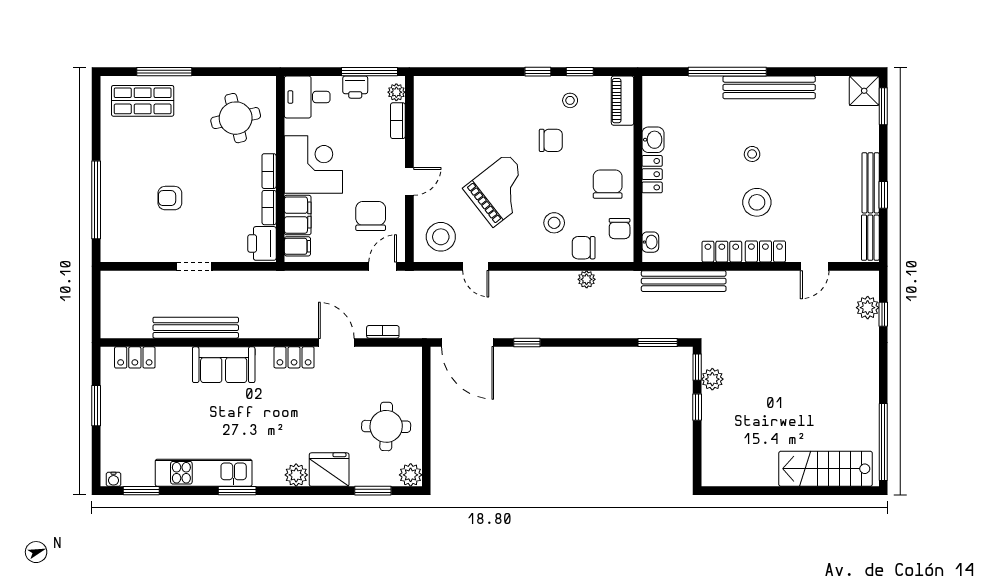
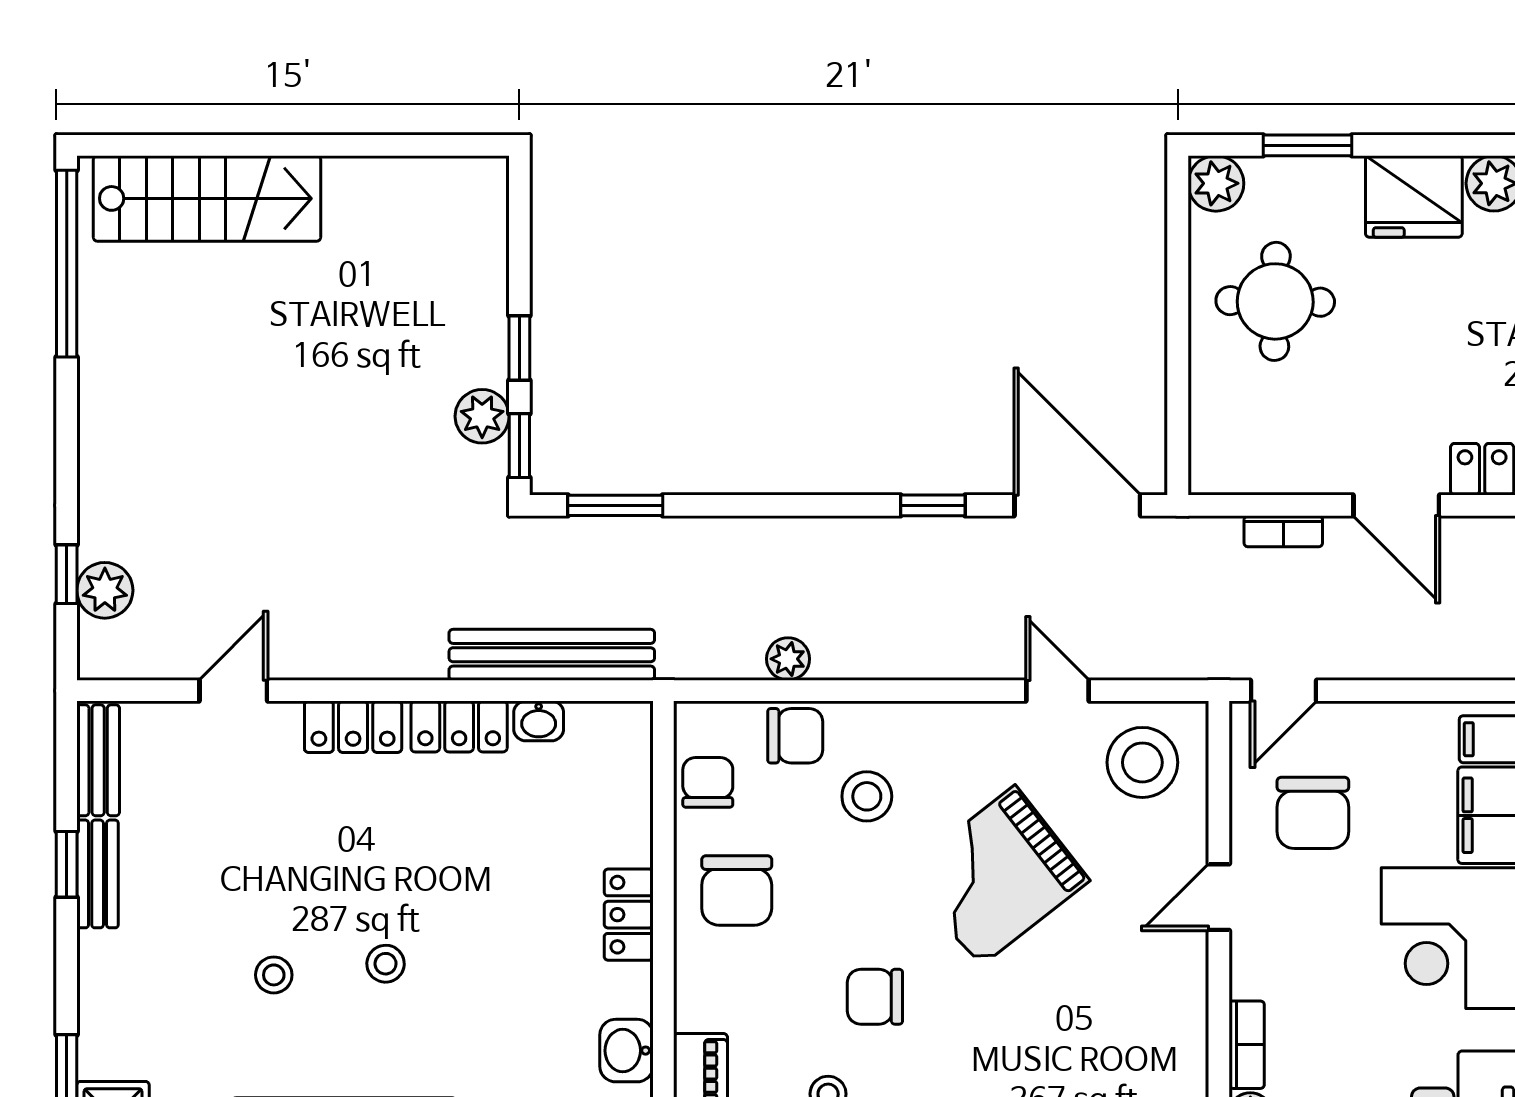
washbasin: (653, 140) -> (626, 1051), moved
bench: (871, 183) -> (98, 874), width x0.73
stool: (757, 202) -> (274, 975), moved, width x0.53, depth x0.53
washbasin: (650, 242) -> (539, 721), moved, turned -90

